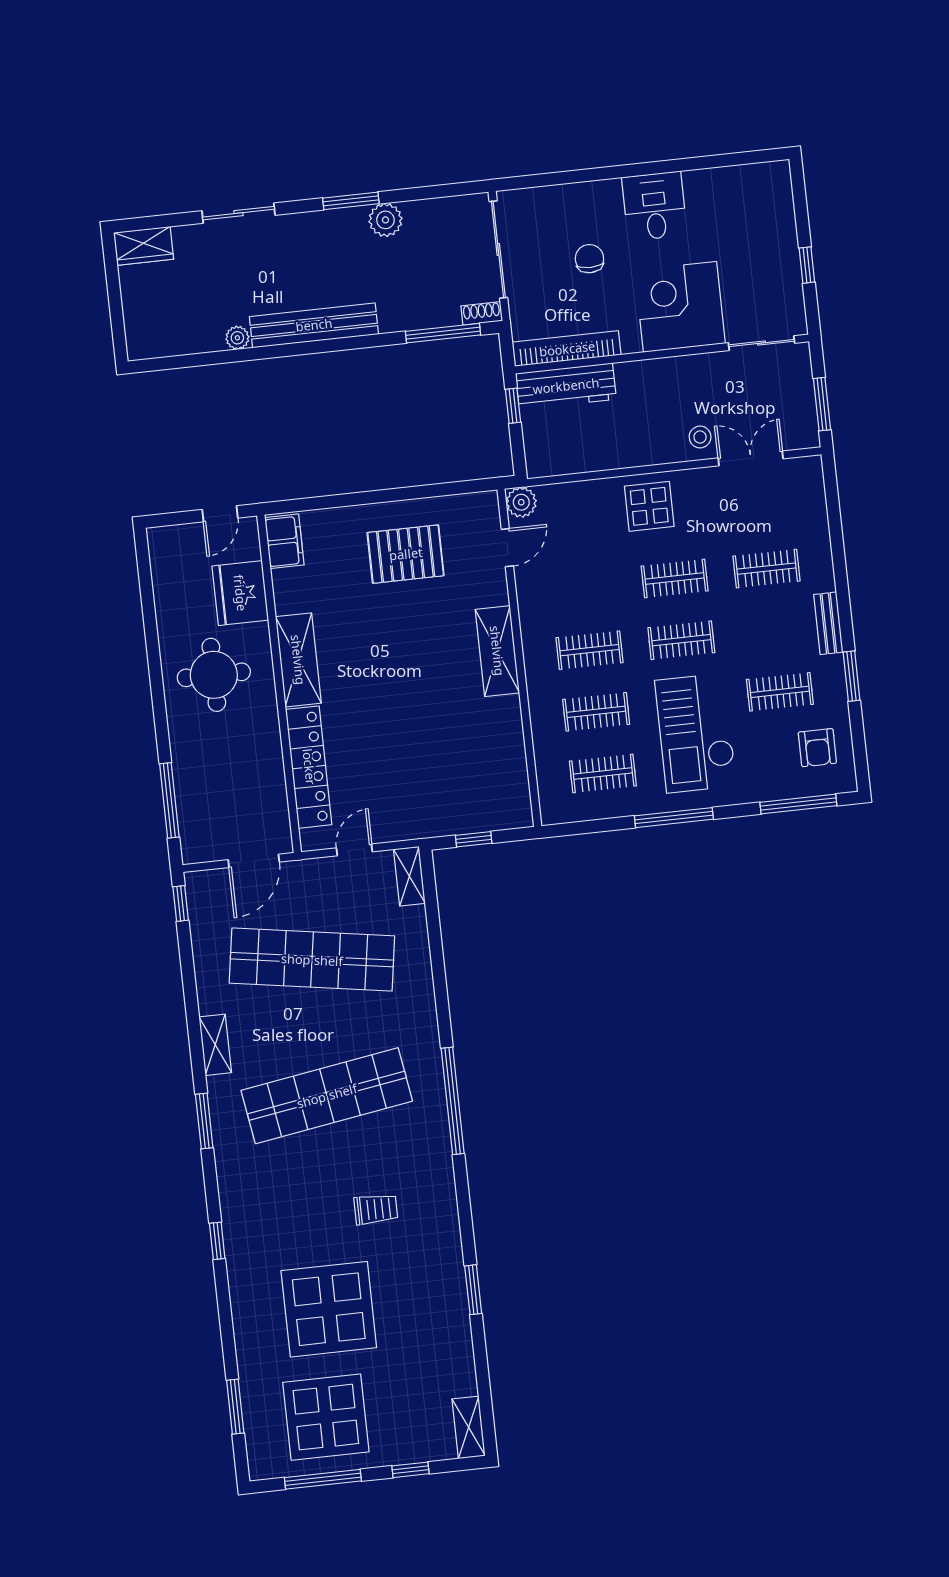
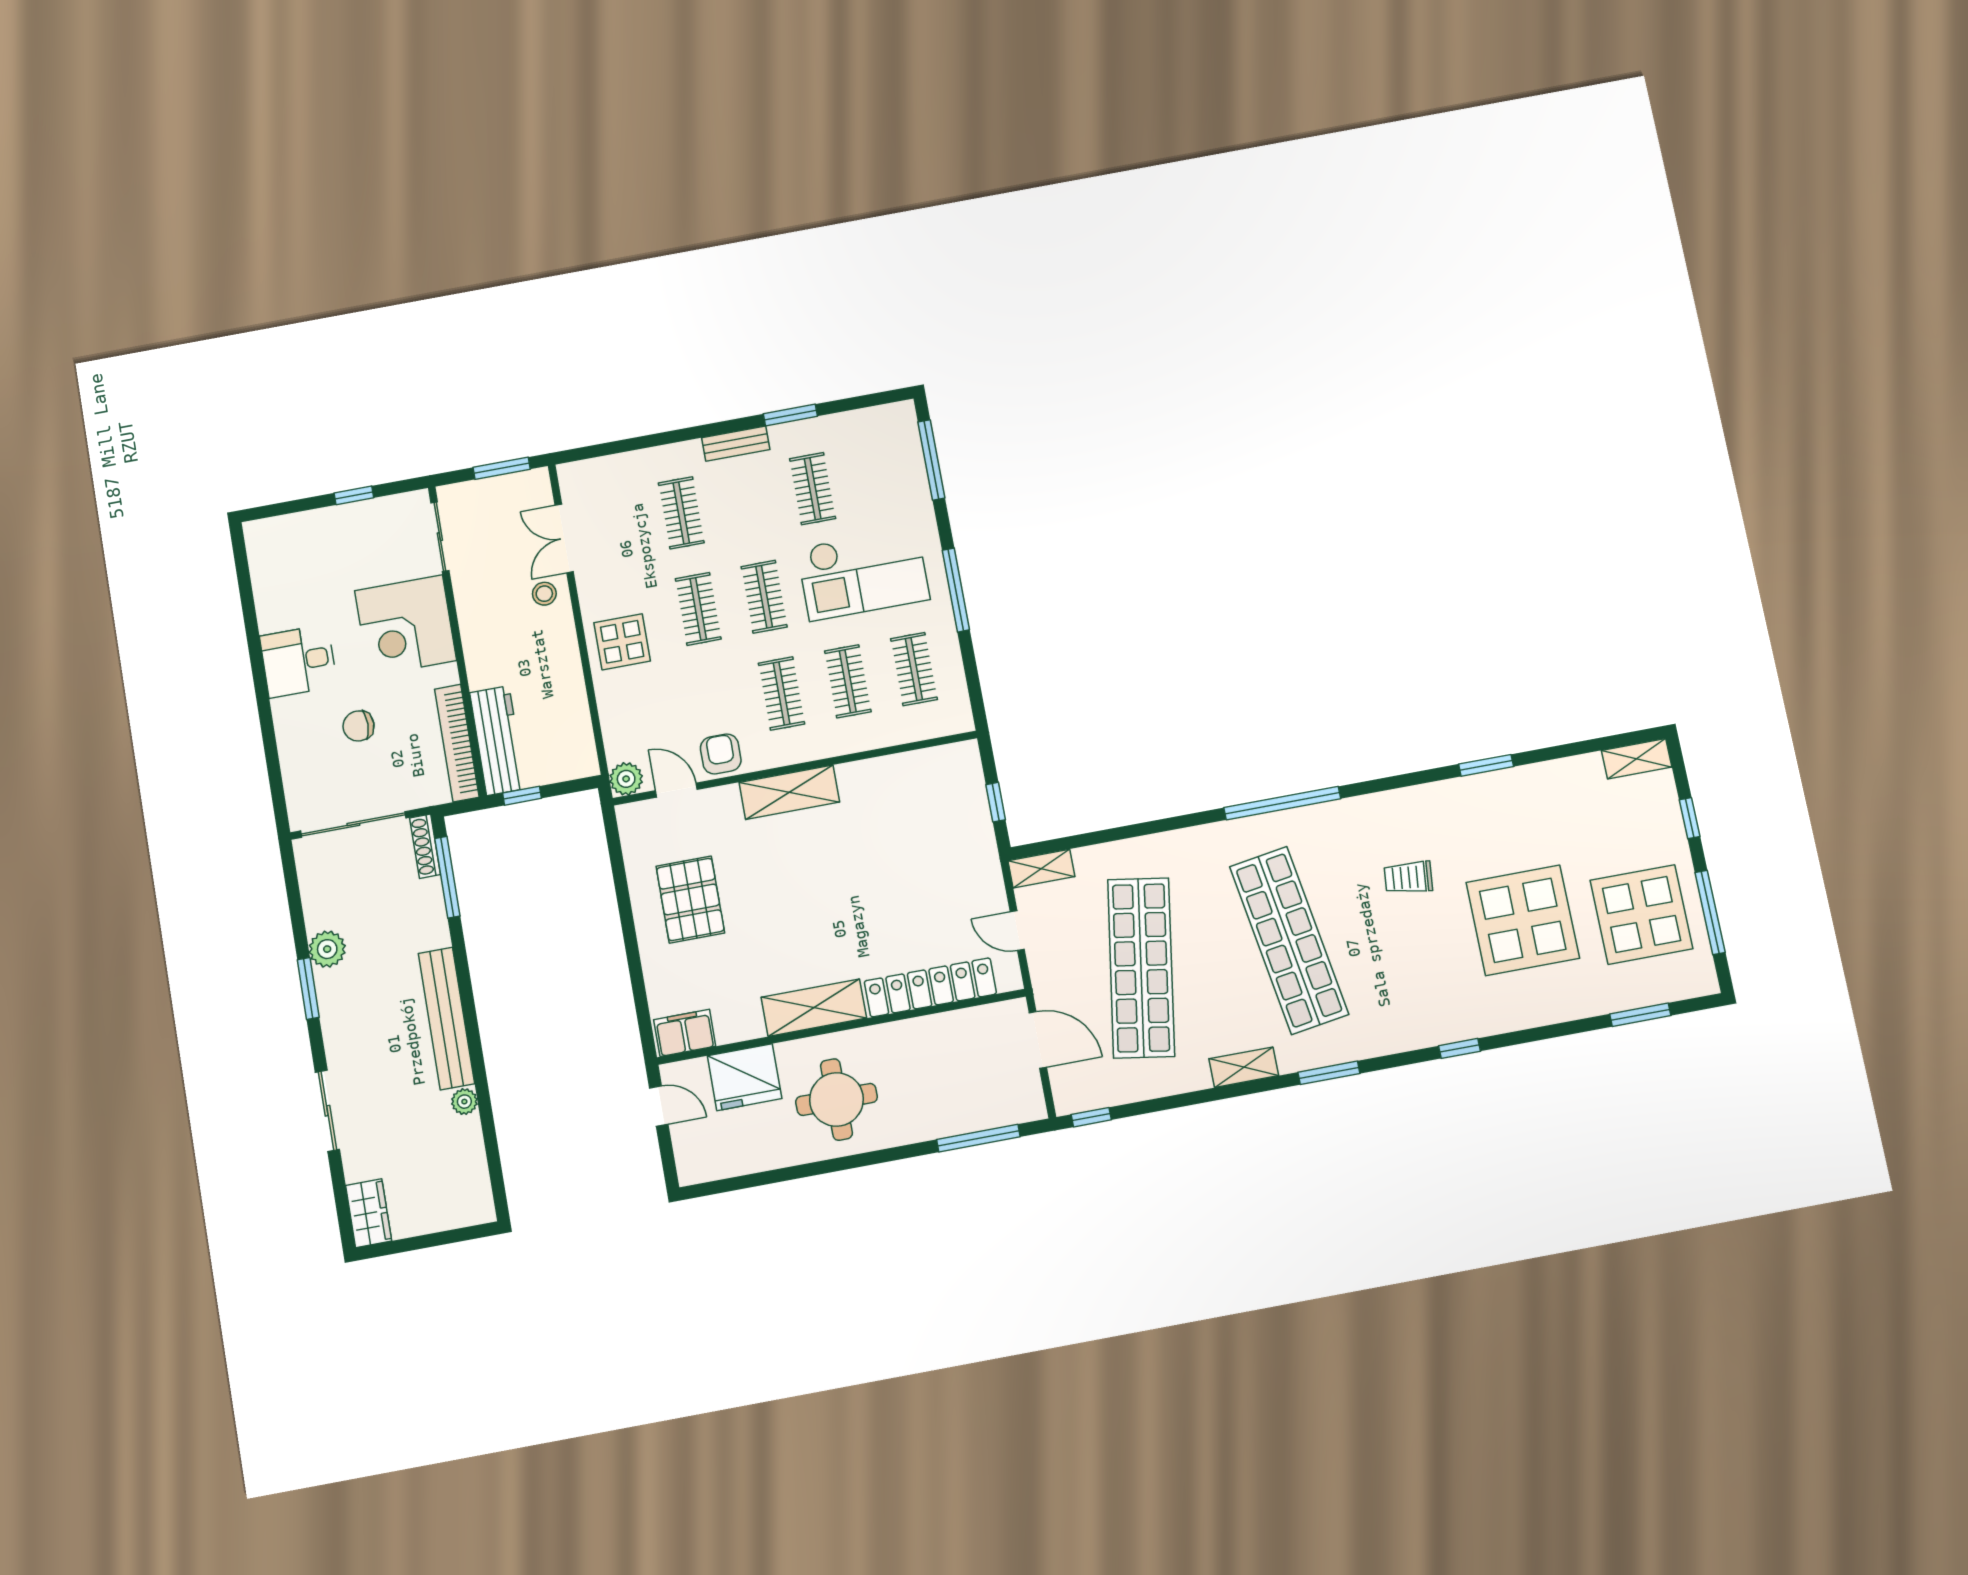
shoe rack: (482, 313) -> (425, 846), width x1.43
armchair: (817, 748) -> (721, 754), moved, turned -90
trolley: (376, 1209) -> (1408, 877), turned -84

